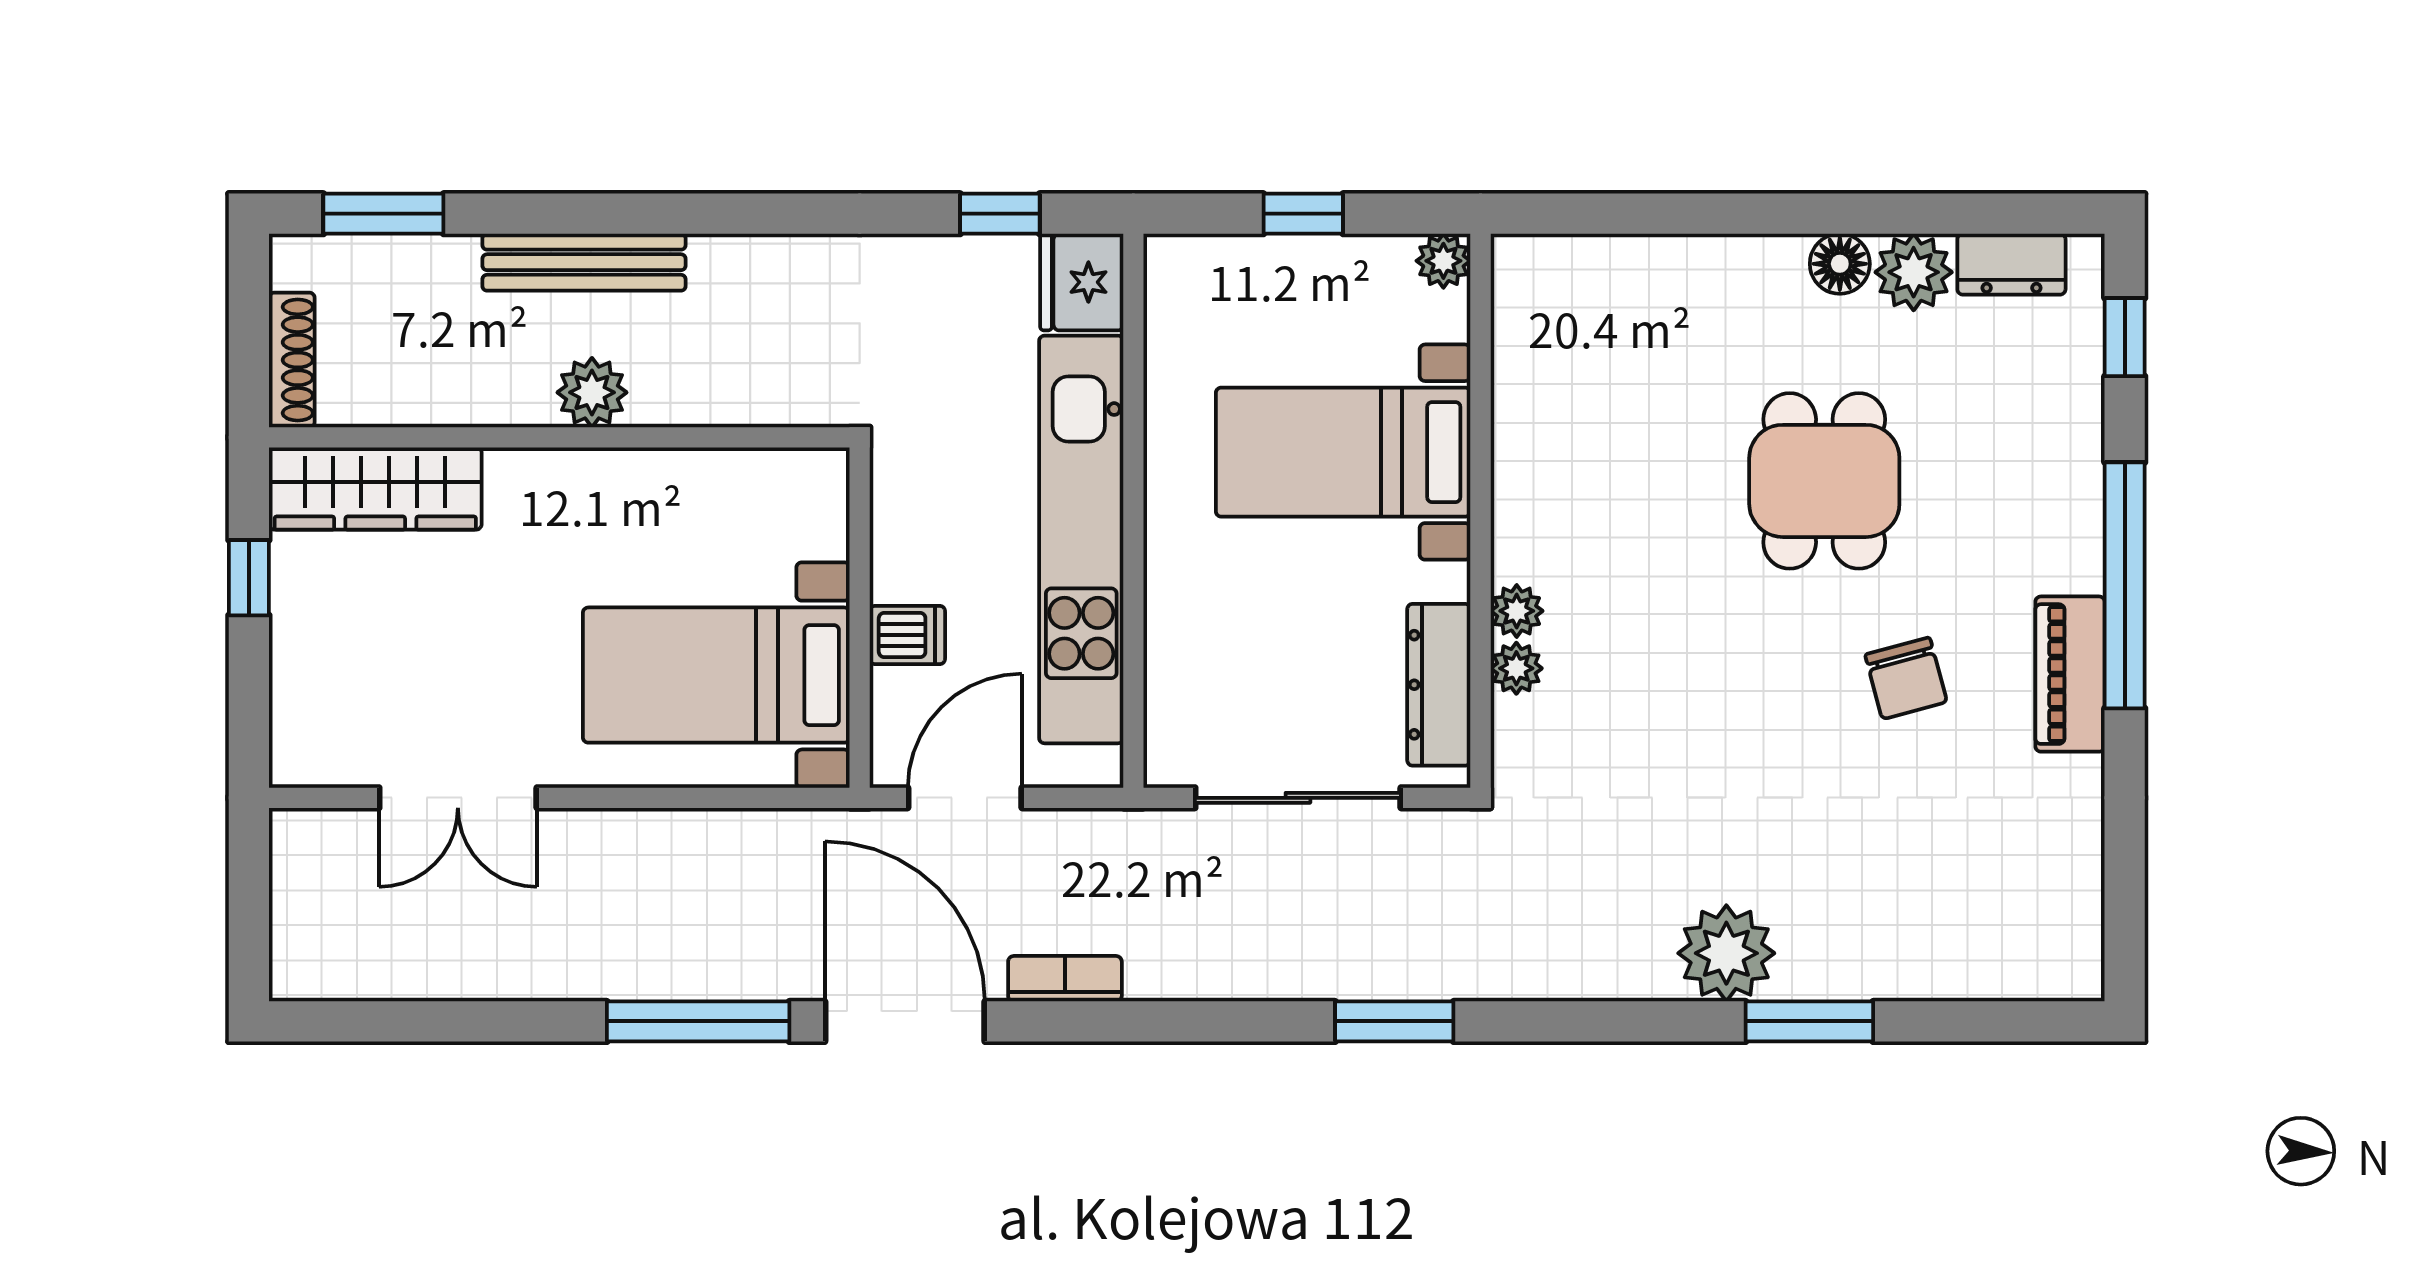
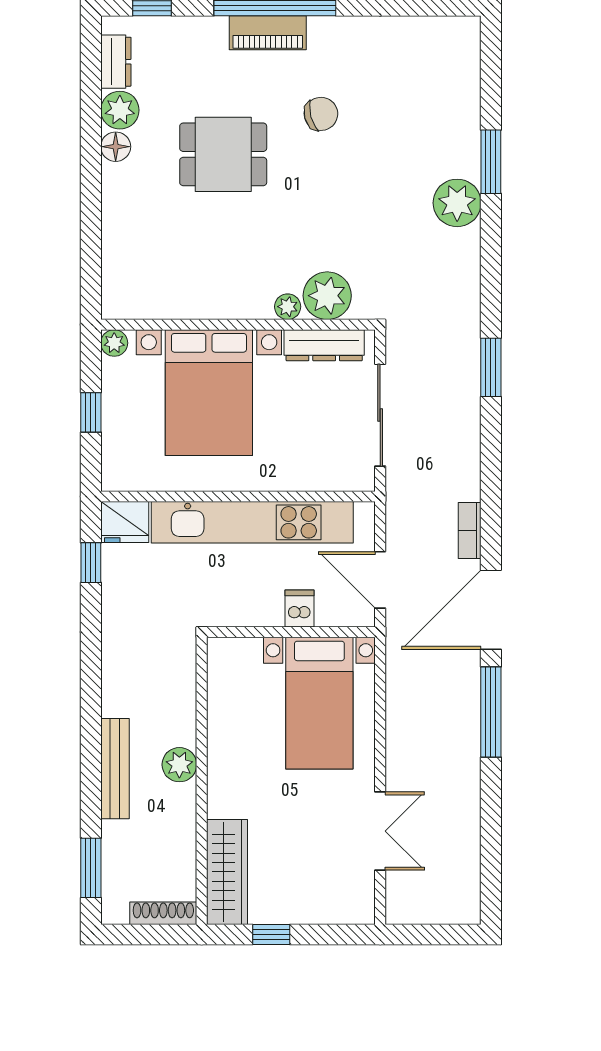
bed with nightstands: (1343, 452) -> (209, 393), width x1.36
plant: (1516, 668) -> (327, 296), width x1.87, depth x1.87
piano: (2070, 674) -> (268, 33), moved

